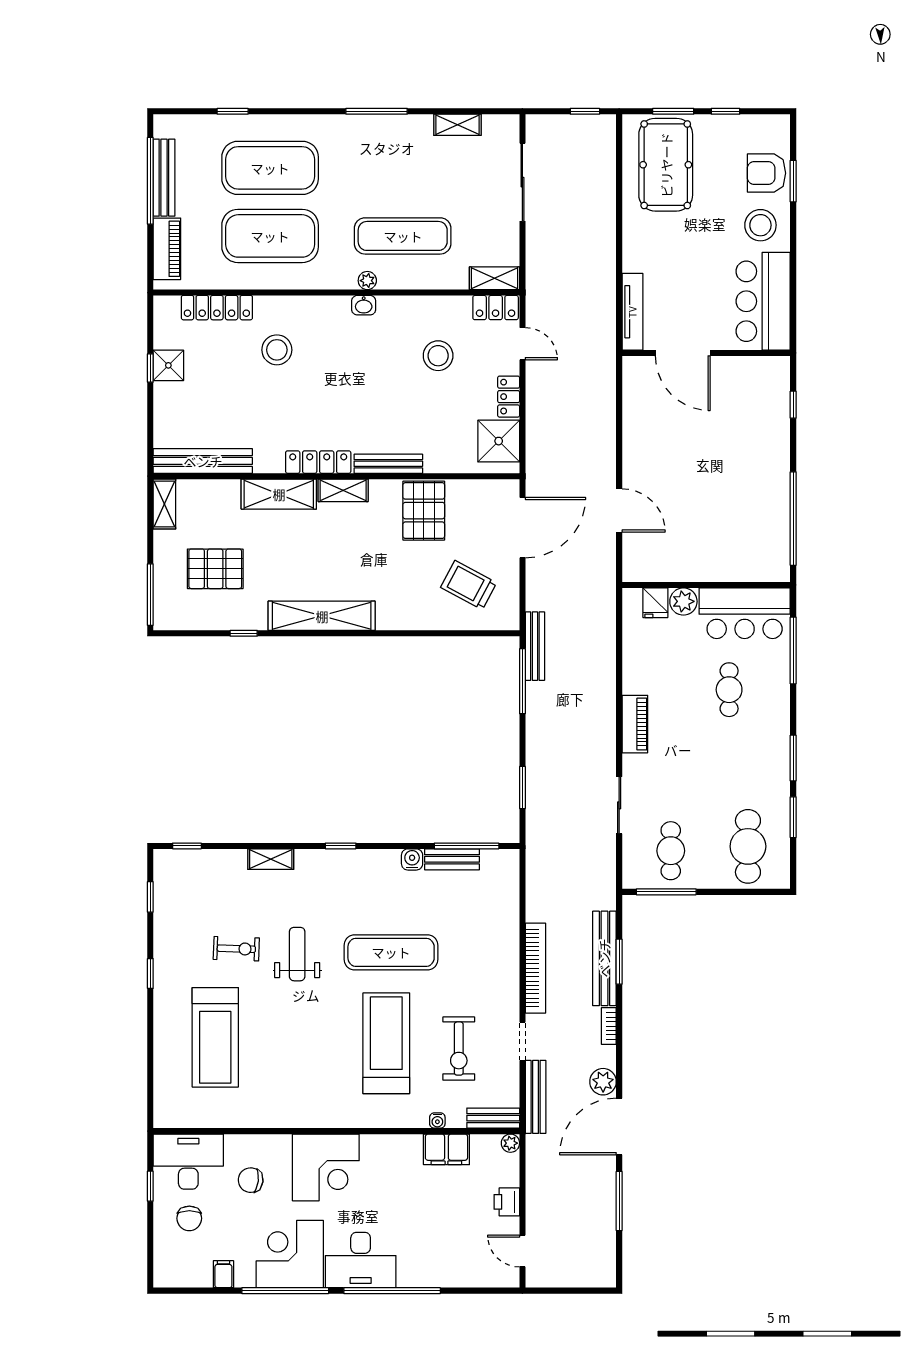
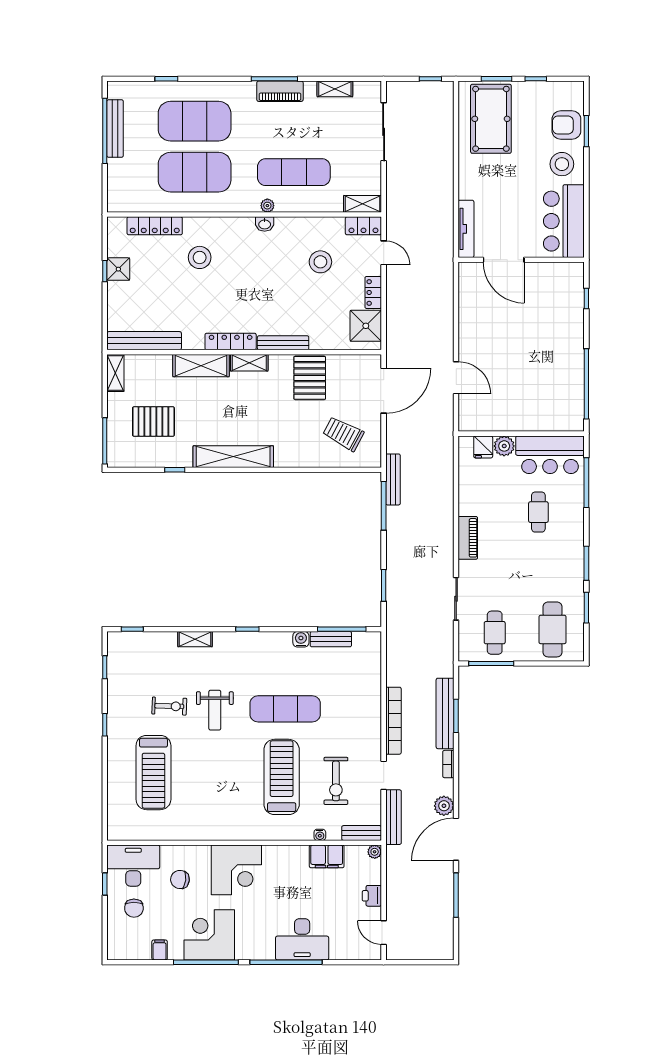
piano: (167, 249) -> (280, 91), moved, turned 90
weight bench: (297, 954) -> (215, 710), turned 180
desk: (361, 1260) -> (302, 939), moved

